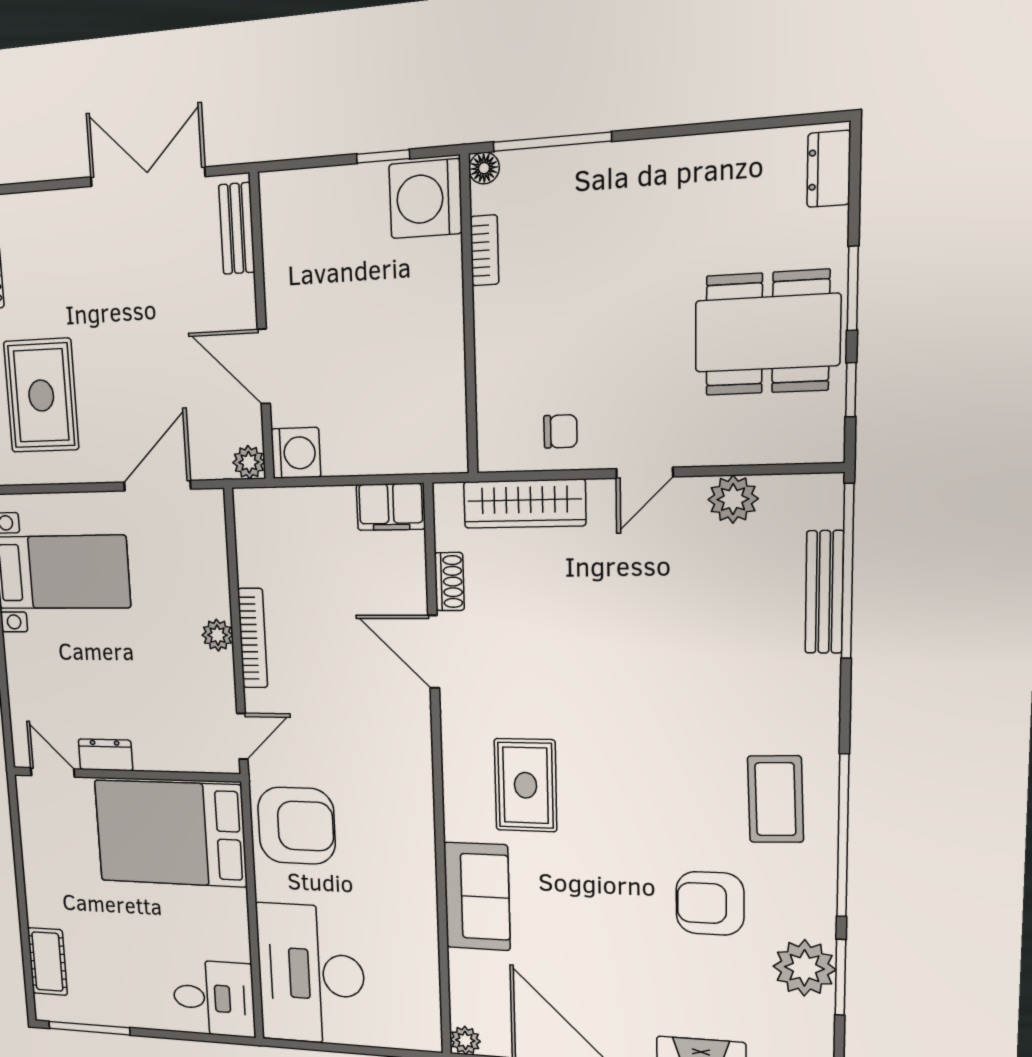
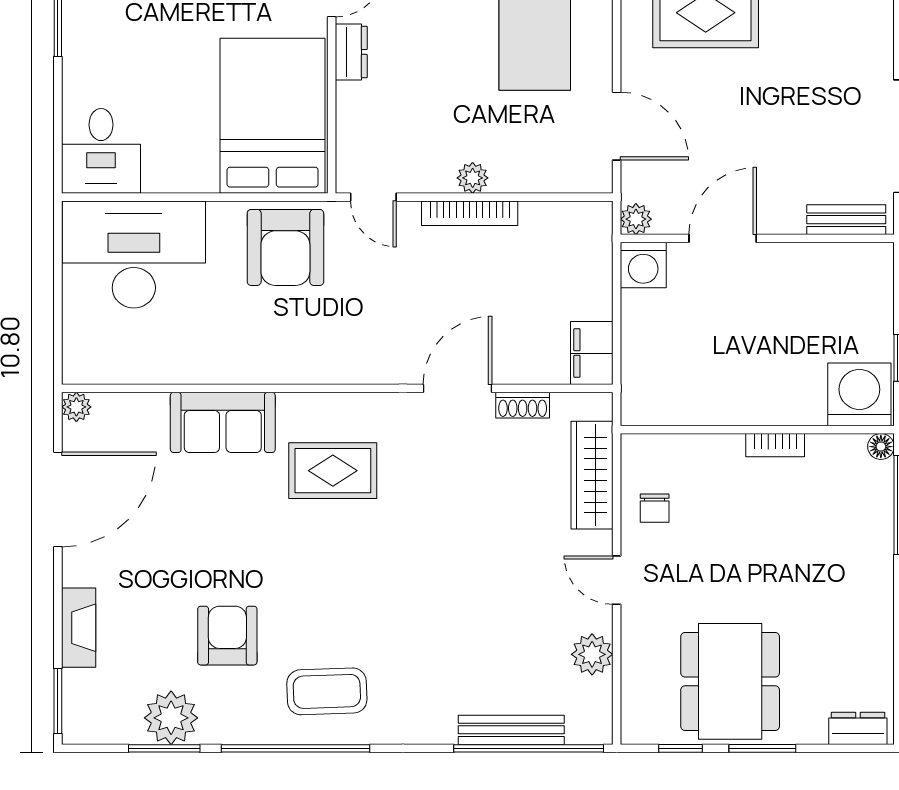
bookcase: (485, 250) -> (775, 445), moved

